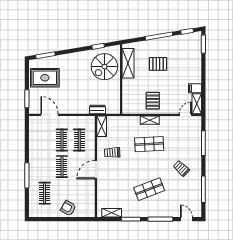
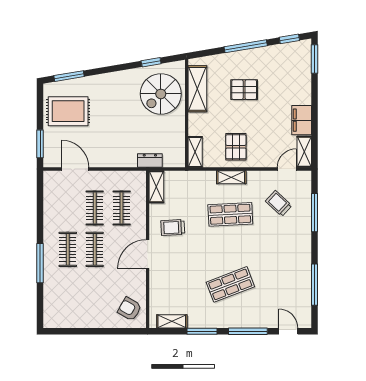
filing cabinet: (195, 88) -> (302, 120), width x2.00
shelving: (127, 104) -> (195, 152), added
trolley: (181, 168) -> (279, 203), moved
clothes rail: (45, 193) -> (68, 249), moved
armchair: (68, 208) -> (129, 309), moved

